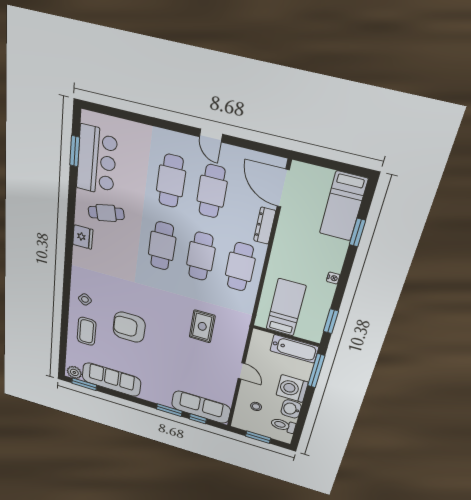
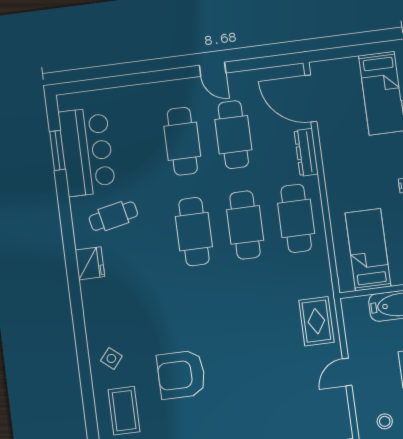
rug: (202, 326) -> (316, 321), moved
door: (241, 371) -> (347, 372), swing flipped

